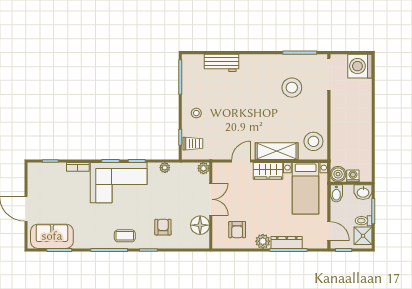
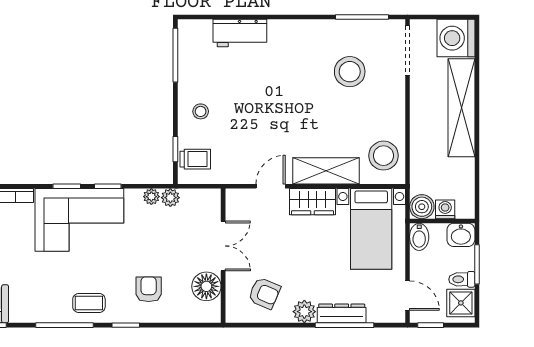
shelving: (363, 111) -> (461, 108), added
plant: (203, 168) -> (170, 198), moved
armchair: (237, 230) -> (264, 293), turned -67

